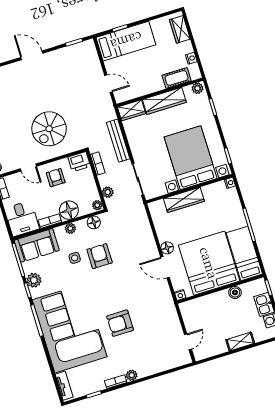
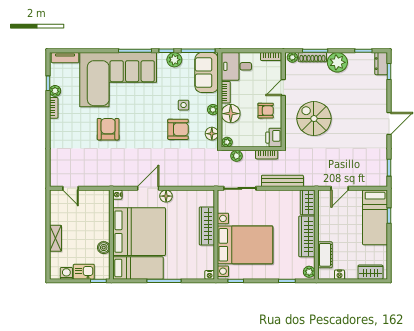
plant: (132, 375) -> (55, 91), moved

